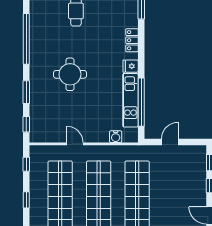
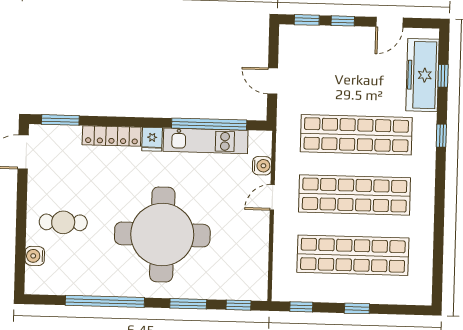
locker: (132, 40) -> (112, 136), width x1.53
round table: (70, 74) -> (162, 234), width x1.86, depth x1.86
door: (75, 144) -> (272, 197), moved

